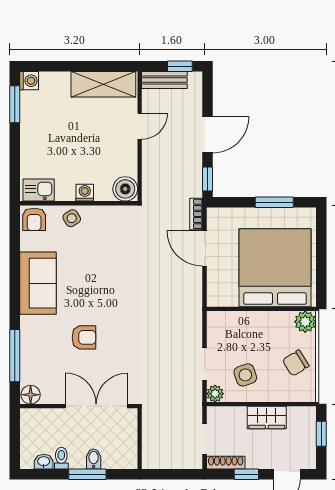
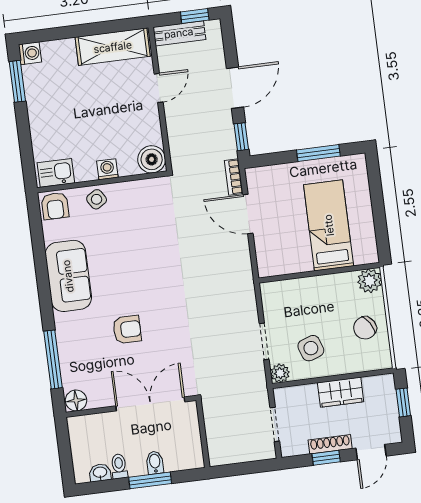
bed: (275, 268) -> (329, 225), width x0.49
shoe rack: (226, 463) -> (330, 444), moved

